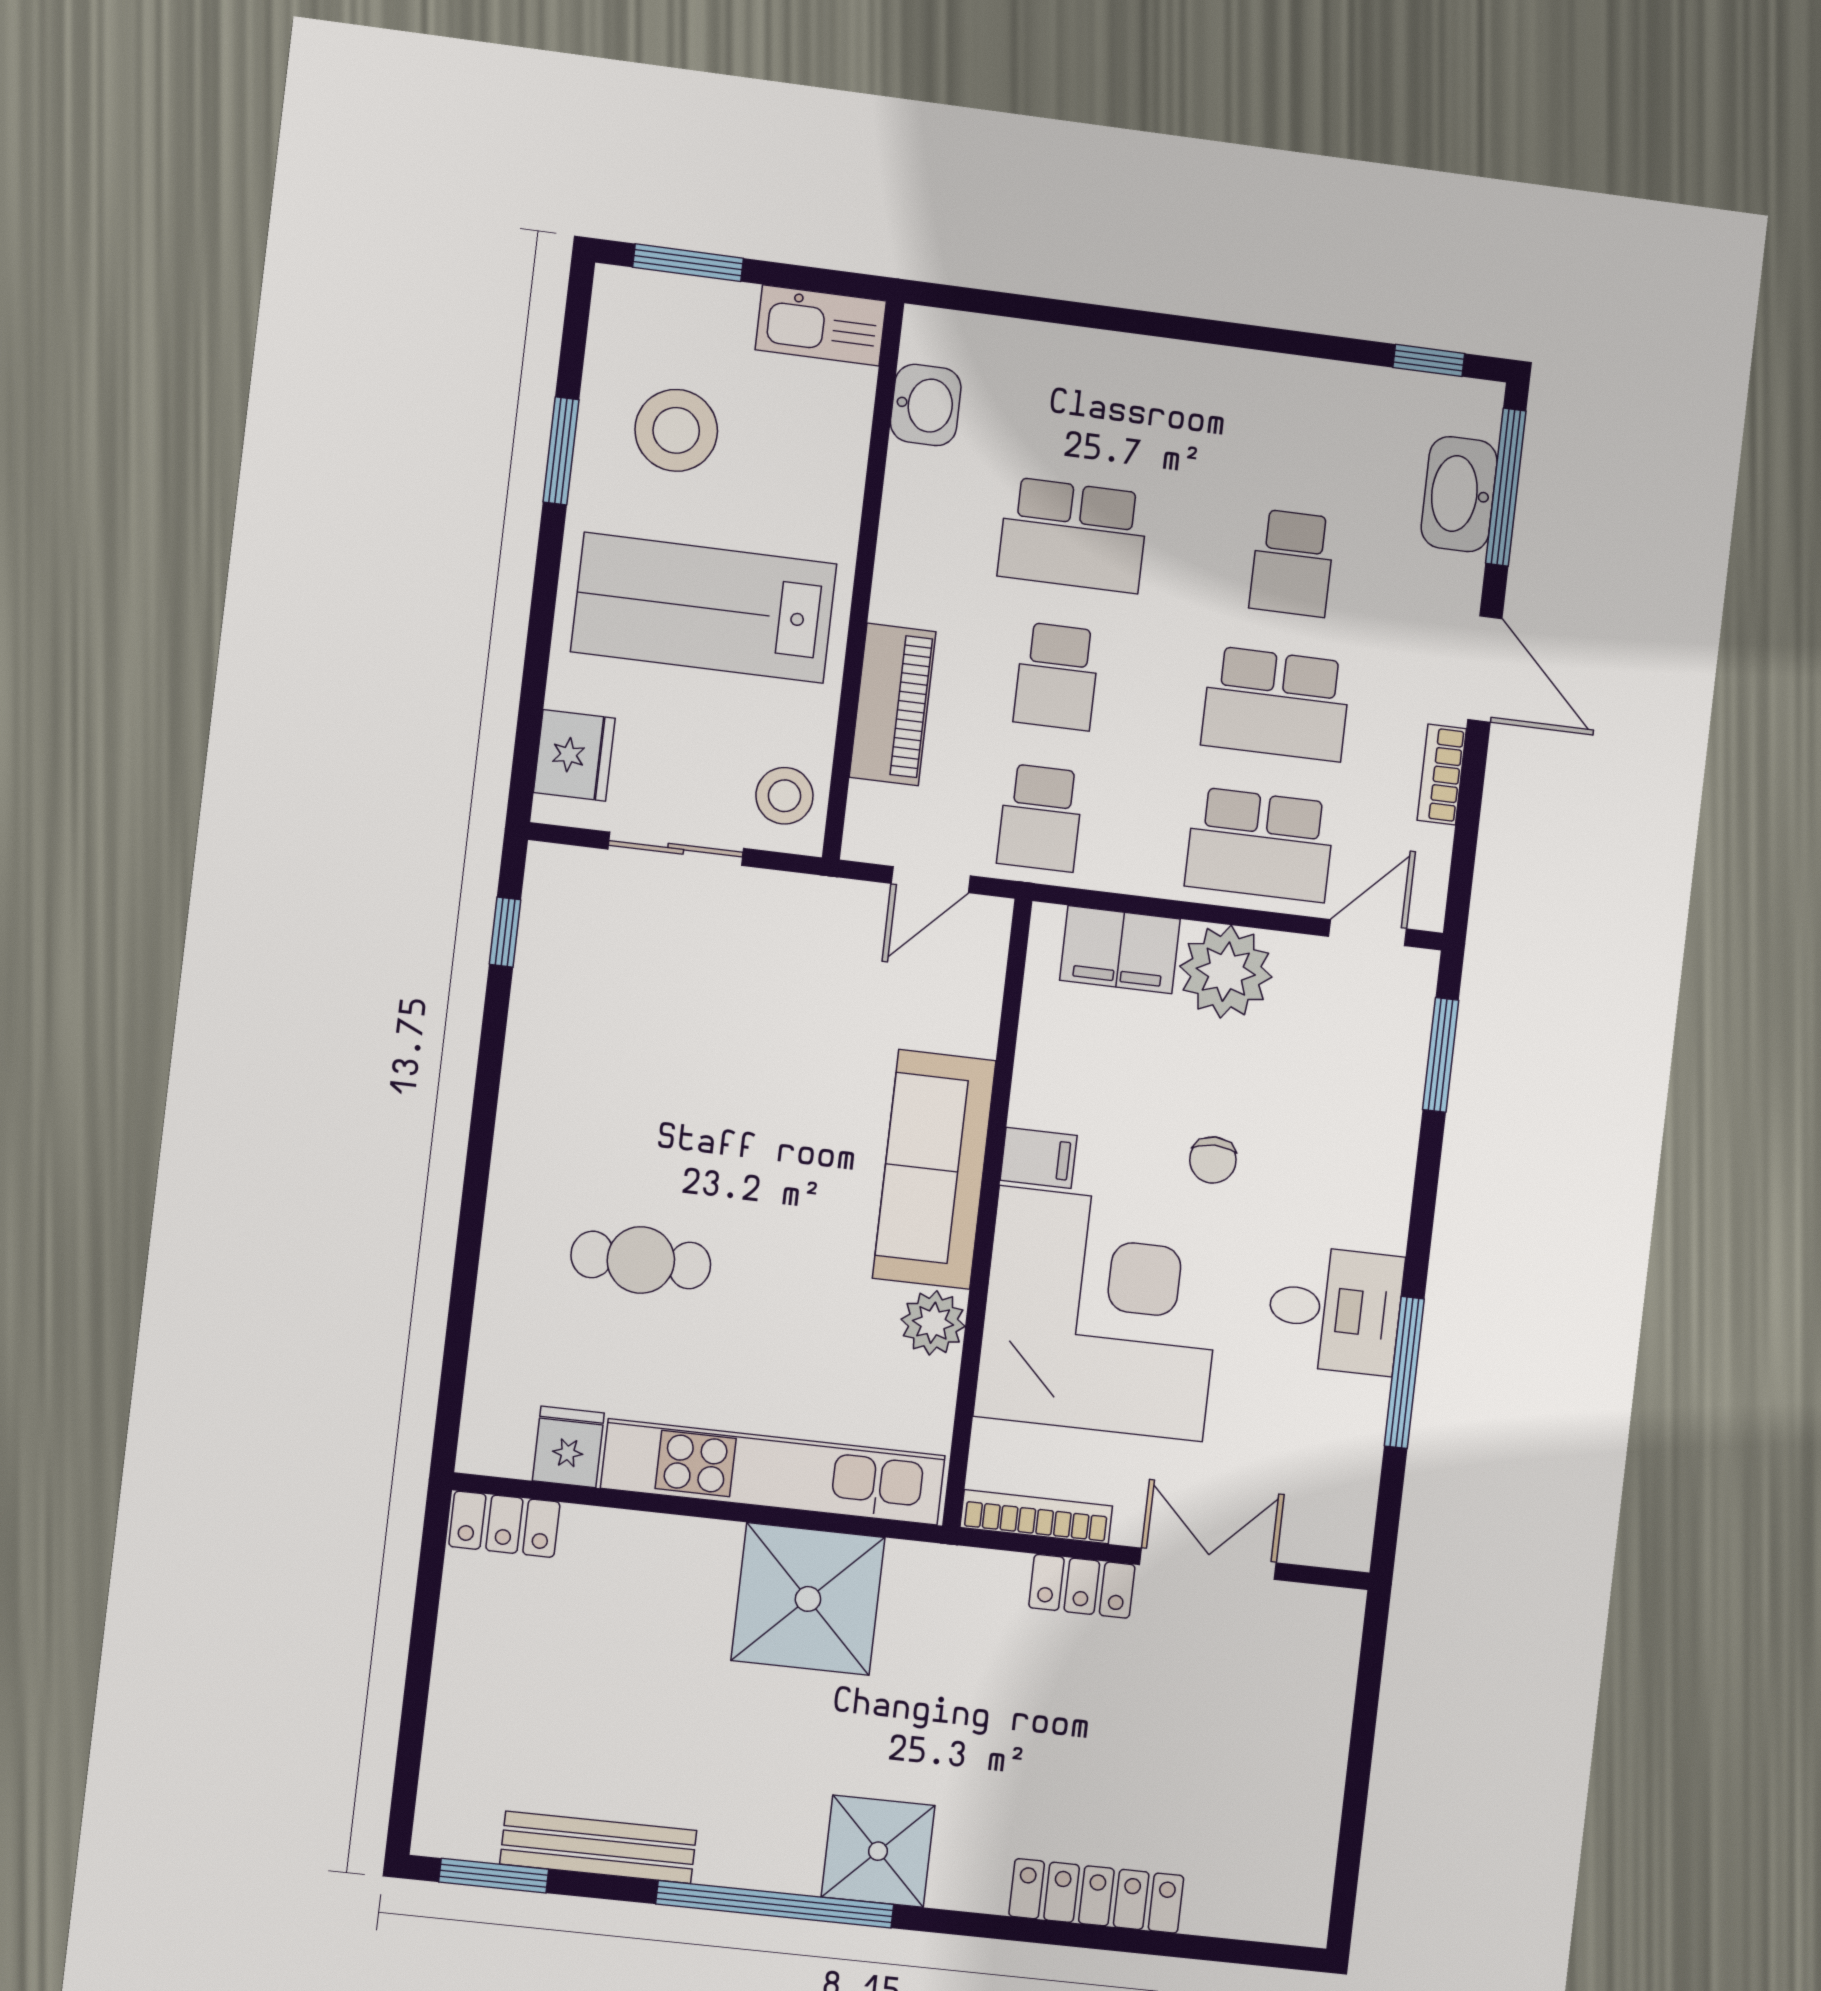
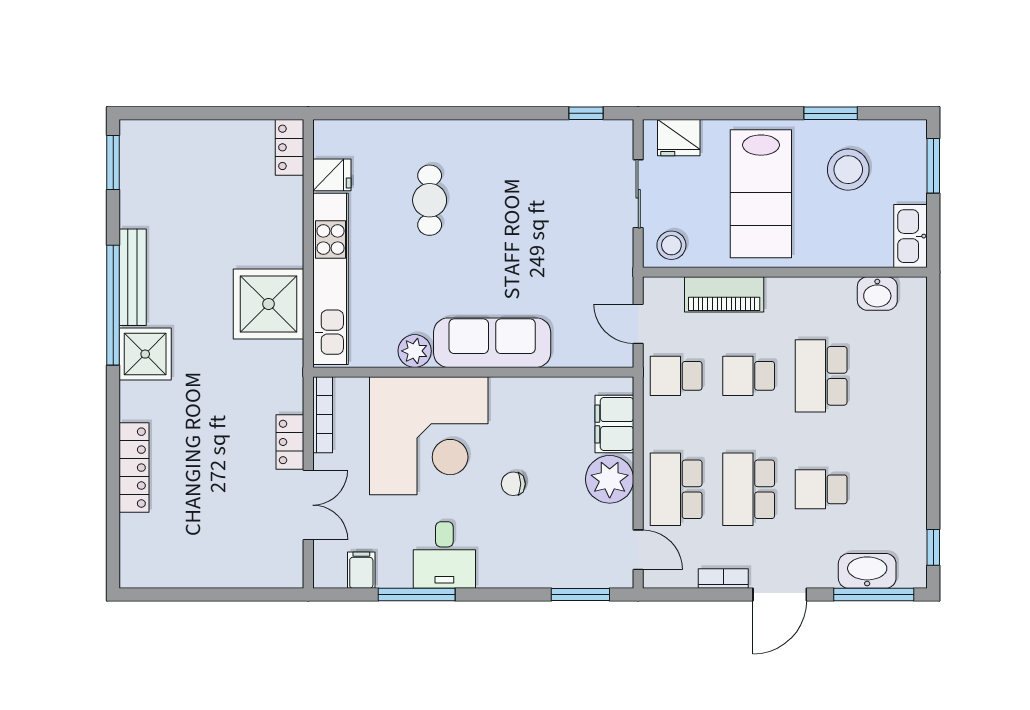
lab bench: (704, 608) -> (761, 194), turned 180
filing cabinet: (1039, 1158) -> (361, 570), moved, turned 180
bench: (598, 1847) -> (133, 277), moved

